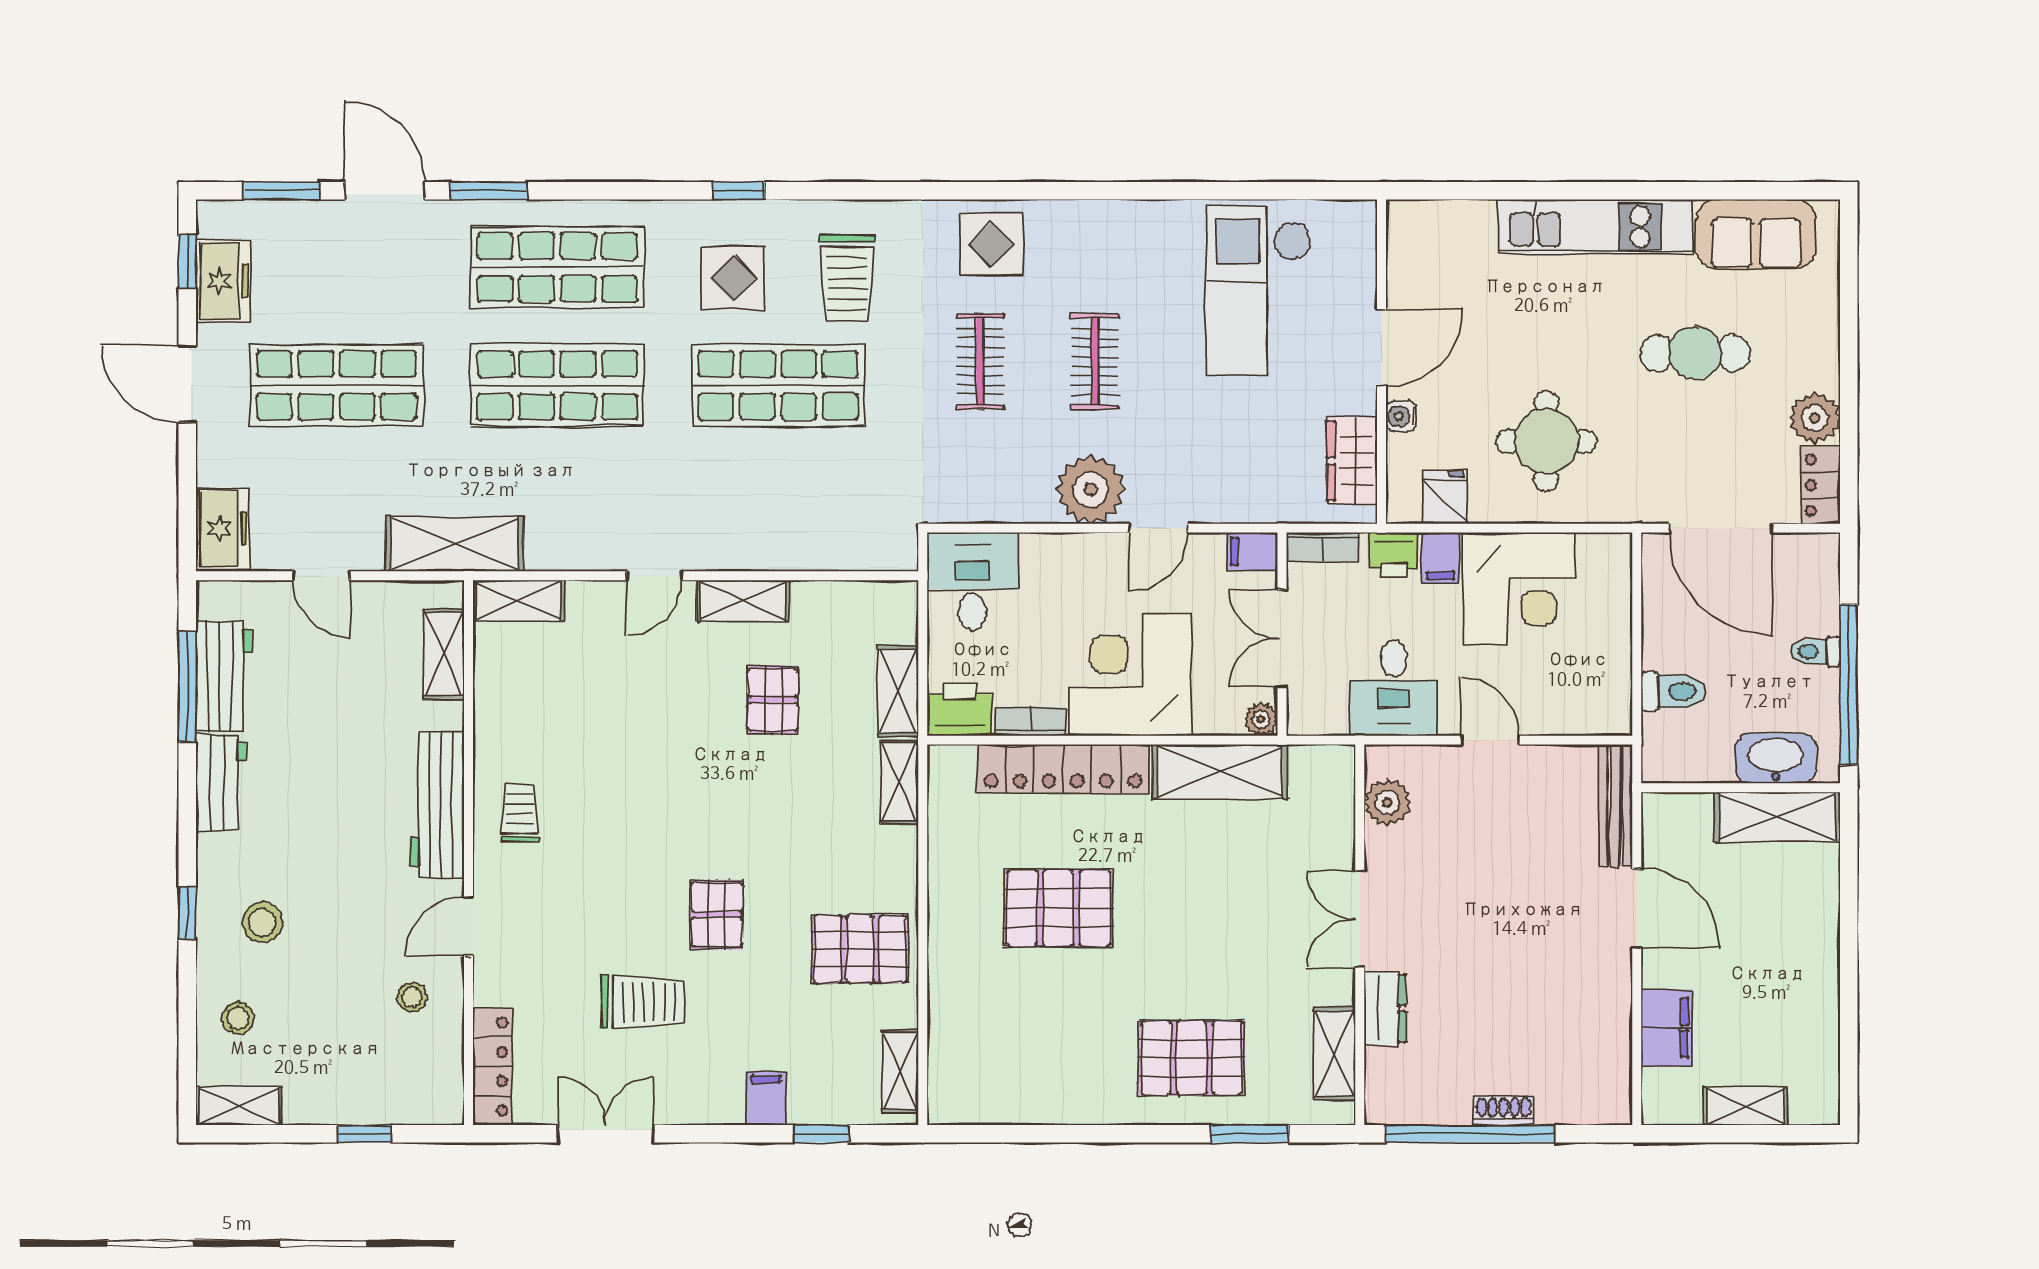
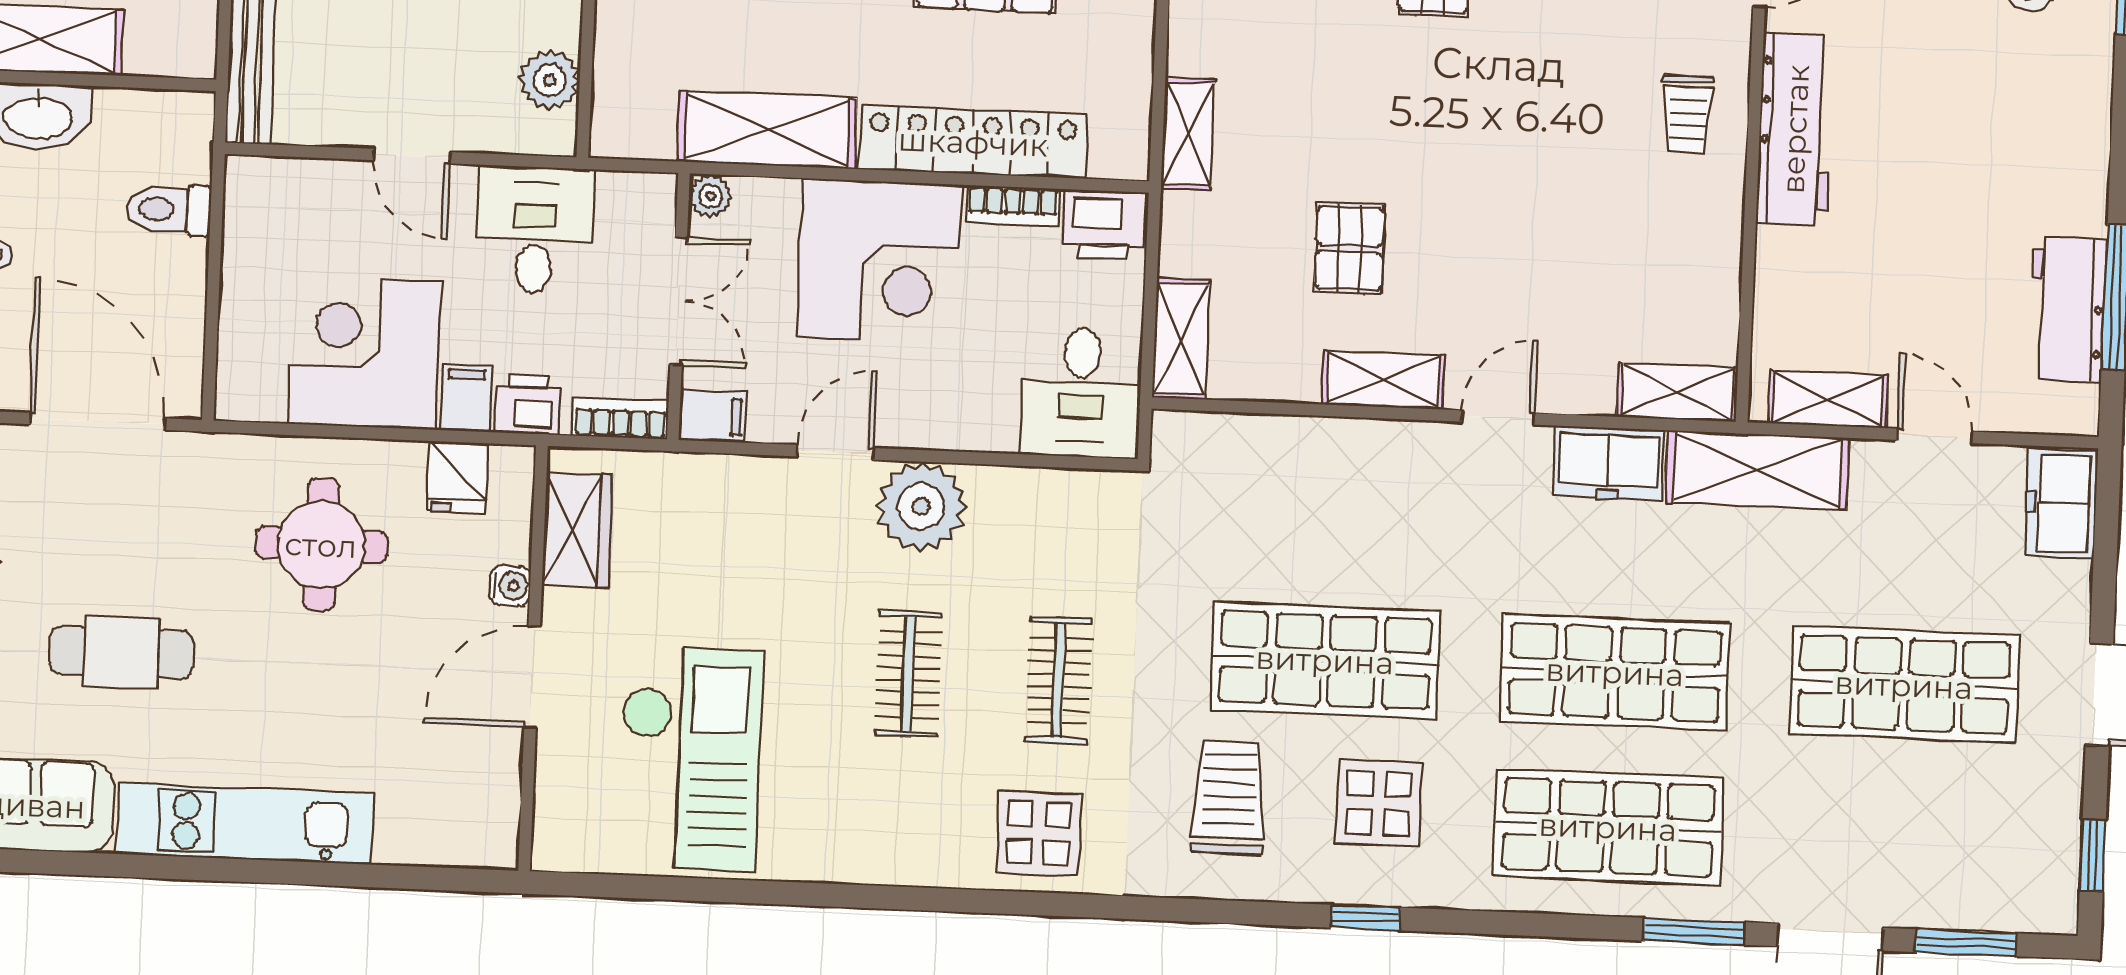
freezer: (223, 281) -> (1609, 463), moved, turned -90
shelving: (444, 654) -> (1828, 399), moved, turned 90
shelving: (898, 691) -> (1181, 339), moved
workbench: (221, 782) -> (2077, 171), removed

